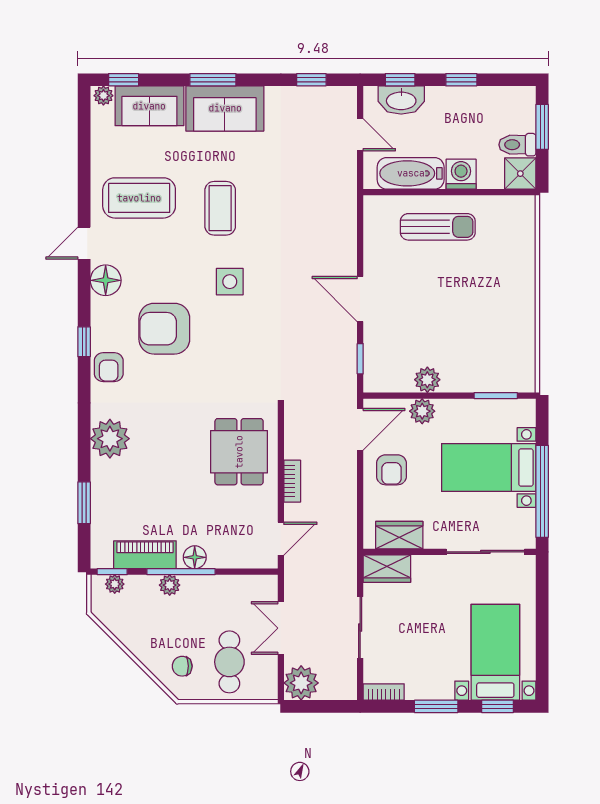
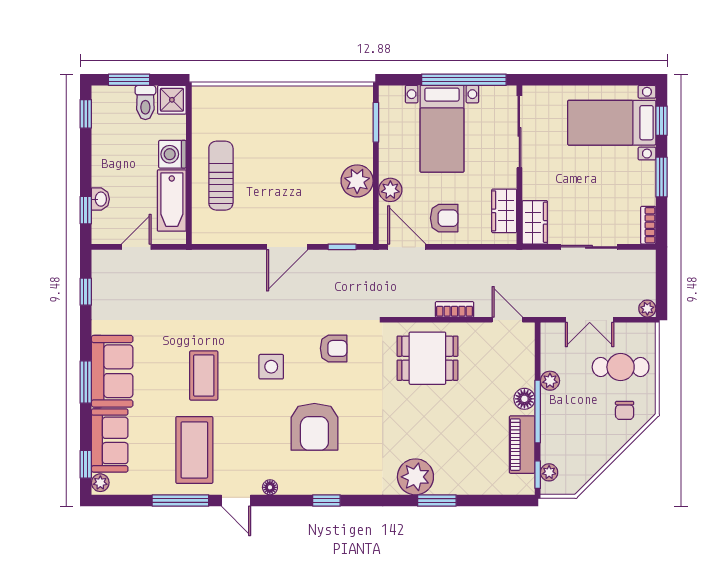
window: (461, 80) -> (86, 114), moved
washbasin: (401, 100) -> (100, 199), width x0.52, depth x0.69
window: (84, 183) -> (180, 501), added
coffee table: (220, 208) -> (204, 376), turned 90
floor lamp: (106, 280) -> (270, 487), width x0.53, depth x0.53
armchair: (109, 367) -> (334, 348), moved
plant: (427, 380) -> (357, 181), width x1.36, depth x1.36
window: (84, 503) -> (437, 501), moved
plant: (170, 585) -> (550, 381), moved
plant: (301, 683) -> (647, 309), width x0.53, depth x0.53

